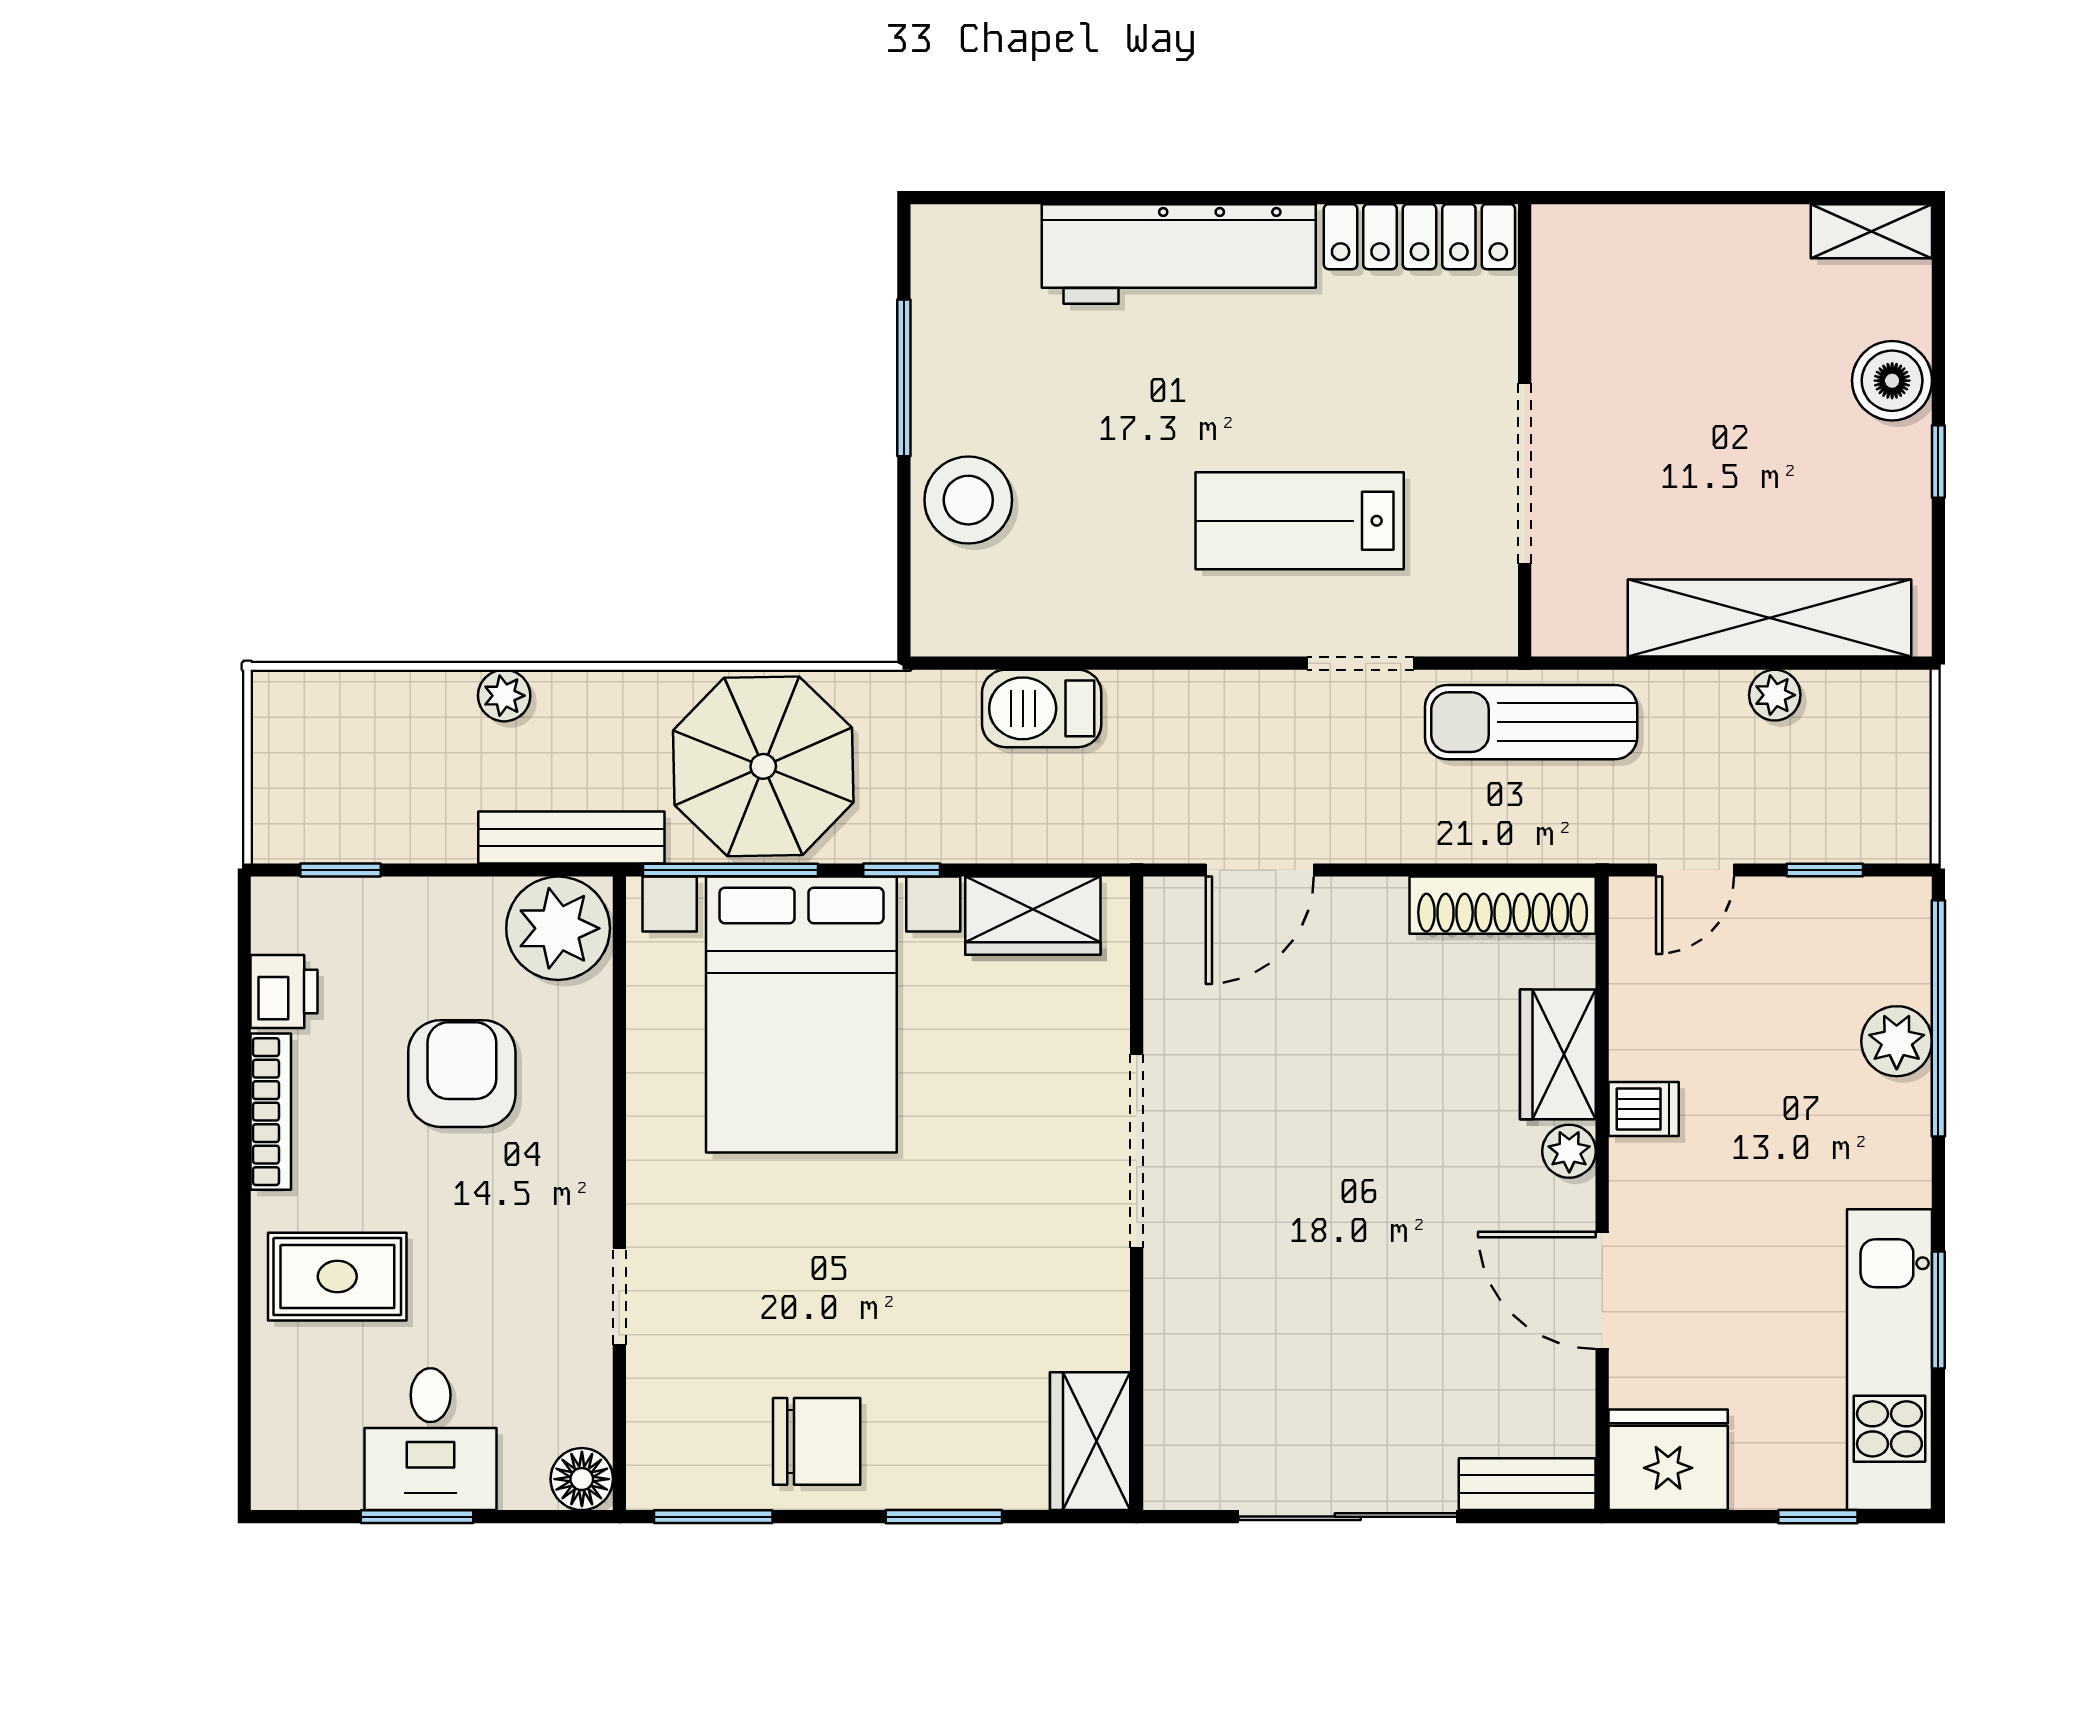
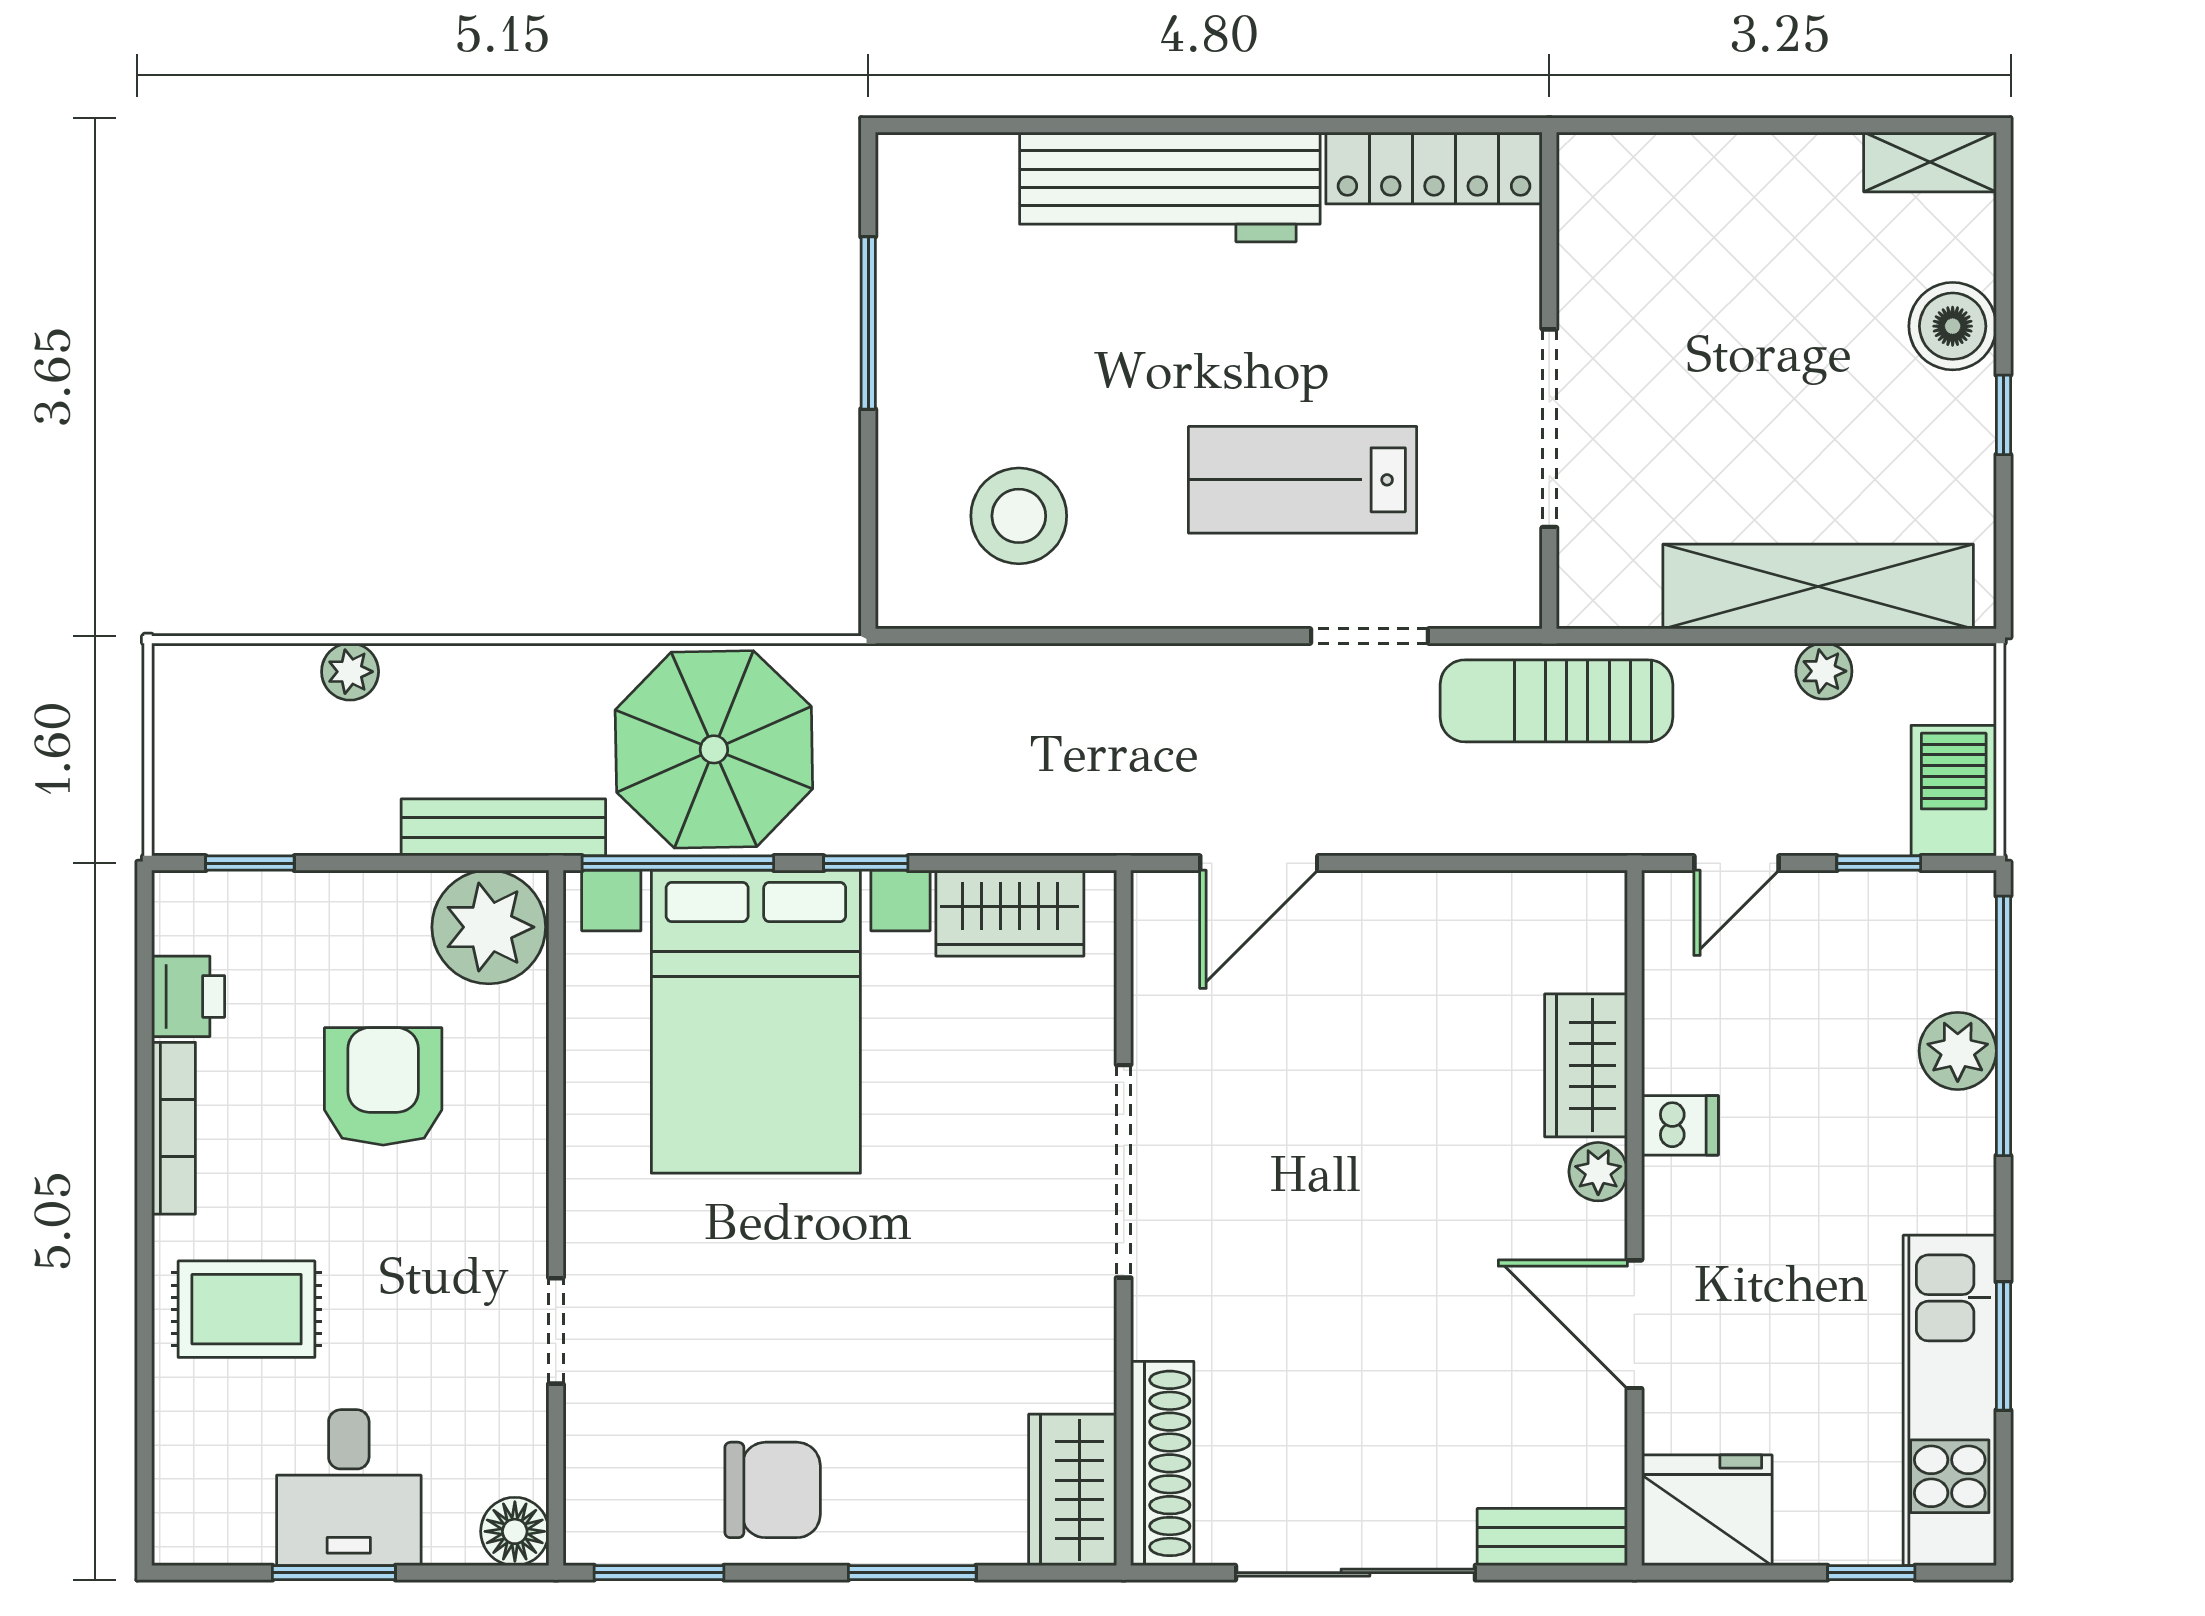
stool: (968, 500) -> (1019, 516), moved
plant: (504, 696) -> (350, 672), moved
barbecue: (1042, 708) -> (1954, 791), moved, turned 90
shoe rack: (1503, 905) -> (1162, 1463), moved, turned -90

